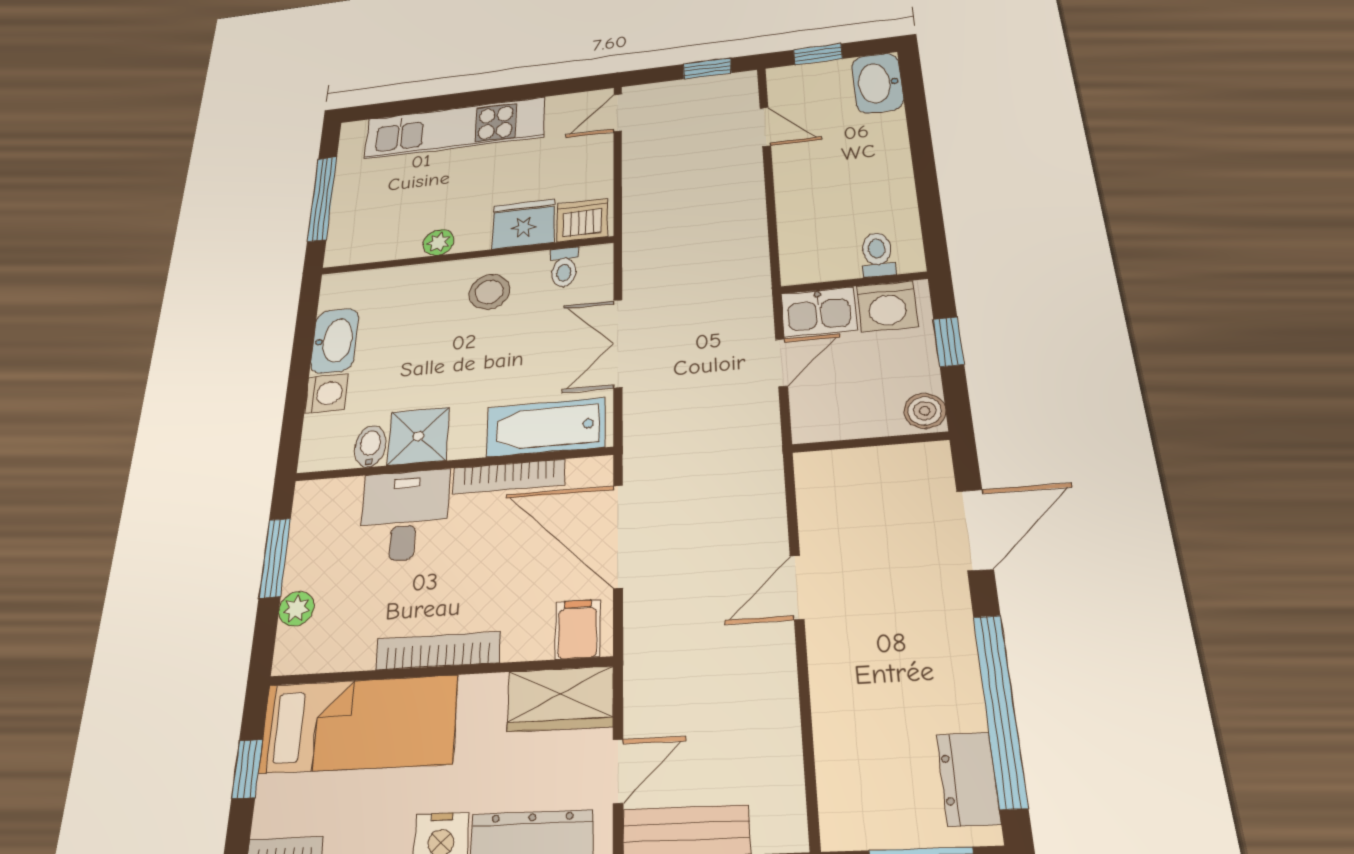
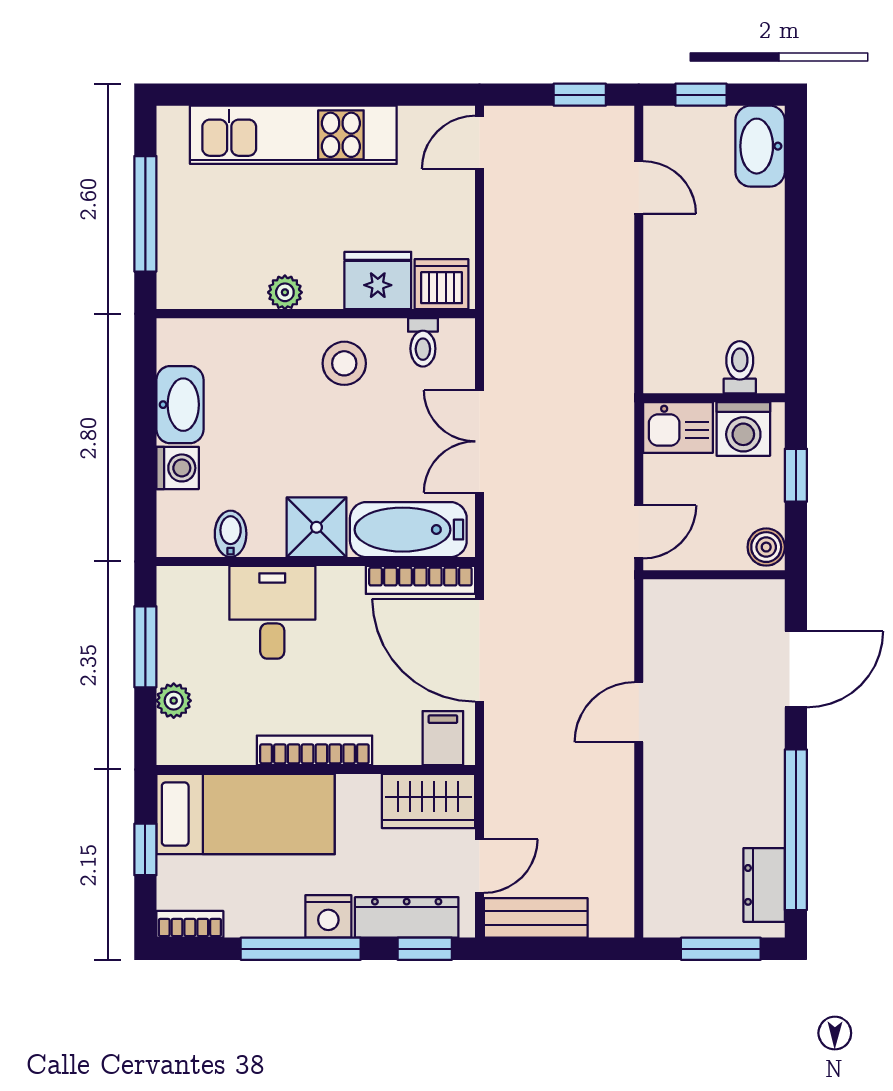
door: (781, 363) -> (639, 532), moved
shower: (418, 436) -> (317, 527), moved
bookcase: (509, 477) -> (420, 580), moved

